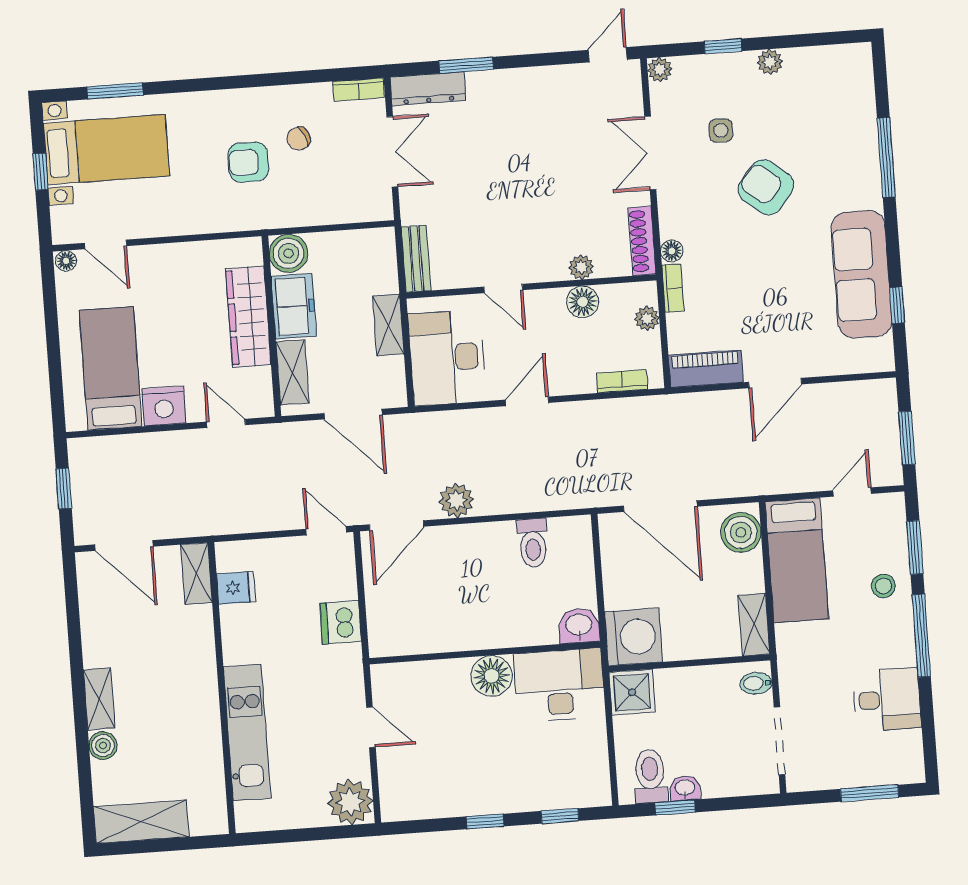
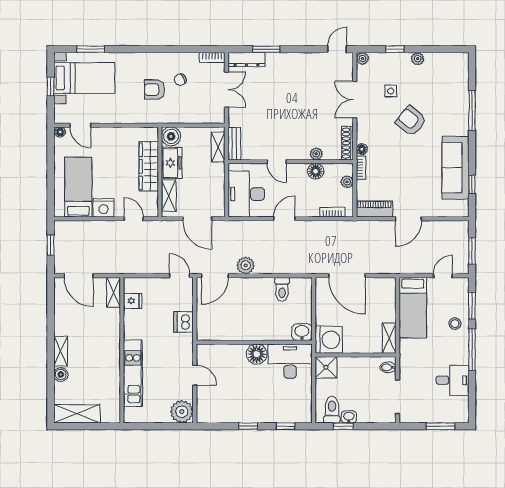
shelving: (388, 325) -> (218, 147), moved
boiler: (741, 532) -> (386, 292), removed

